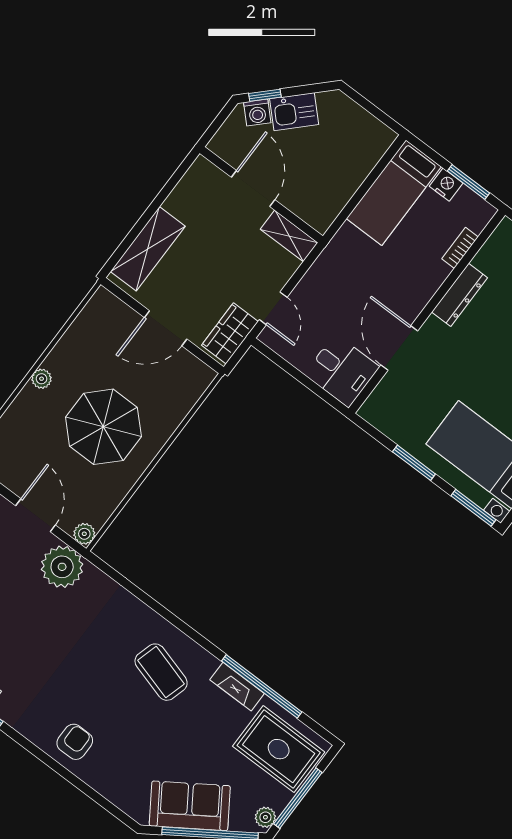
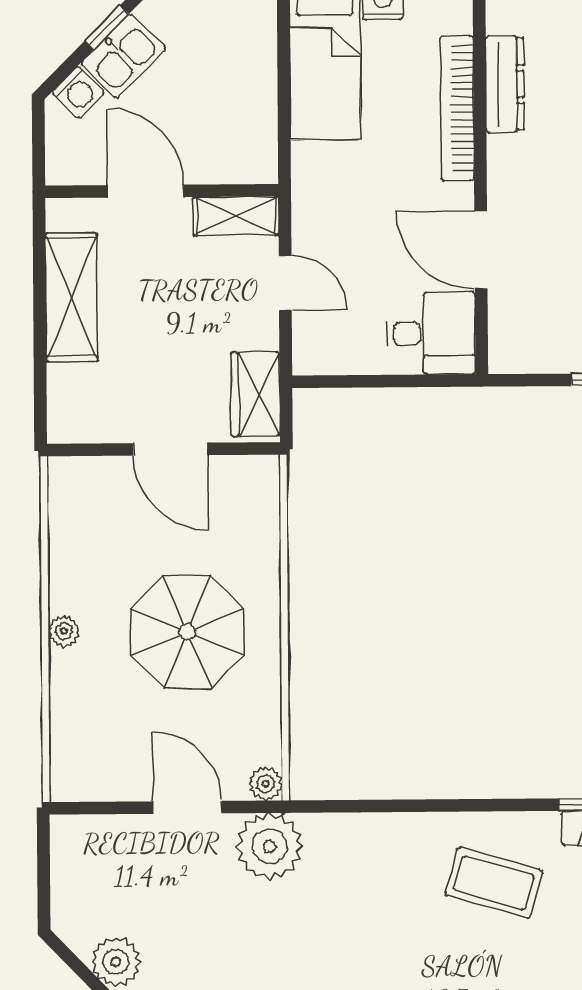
window: (265, 95) -> (107, 27), moved
bookcase: (460, 248) -> (457, 108), width x2.31, depth x1.31
shelving: (148, 249) -> (72, 297), moved
dresser: (460, 295) -> (505, 84), moved
door: (273, 308) -> (285, 283), moved
door: (166, 328) -> (170, 449), hinge flipped

